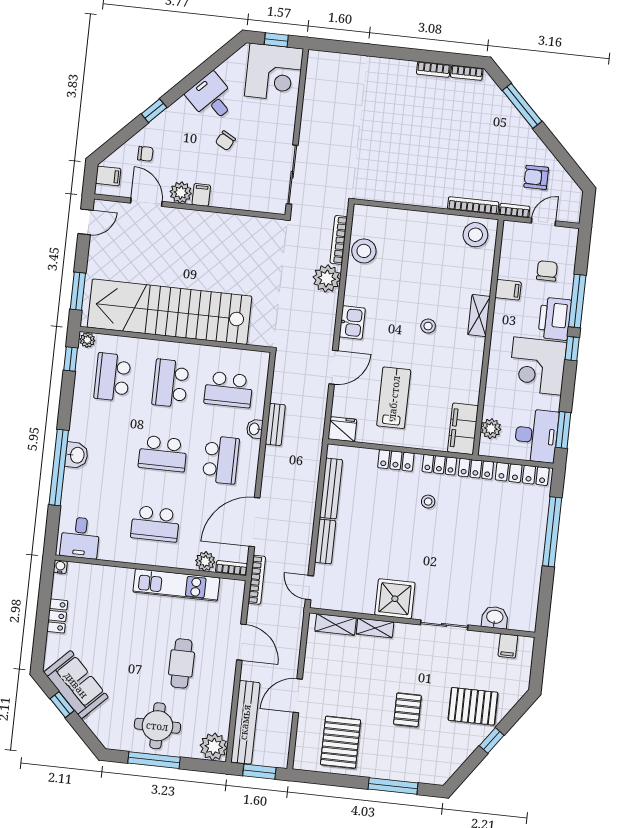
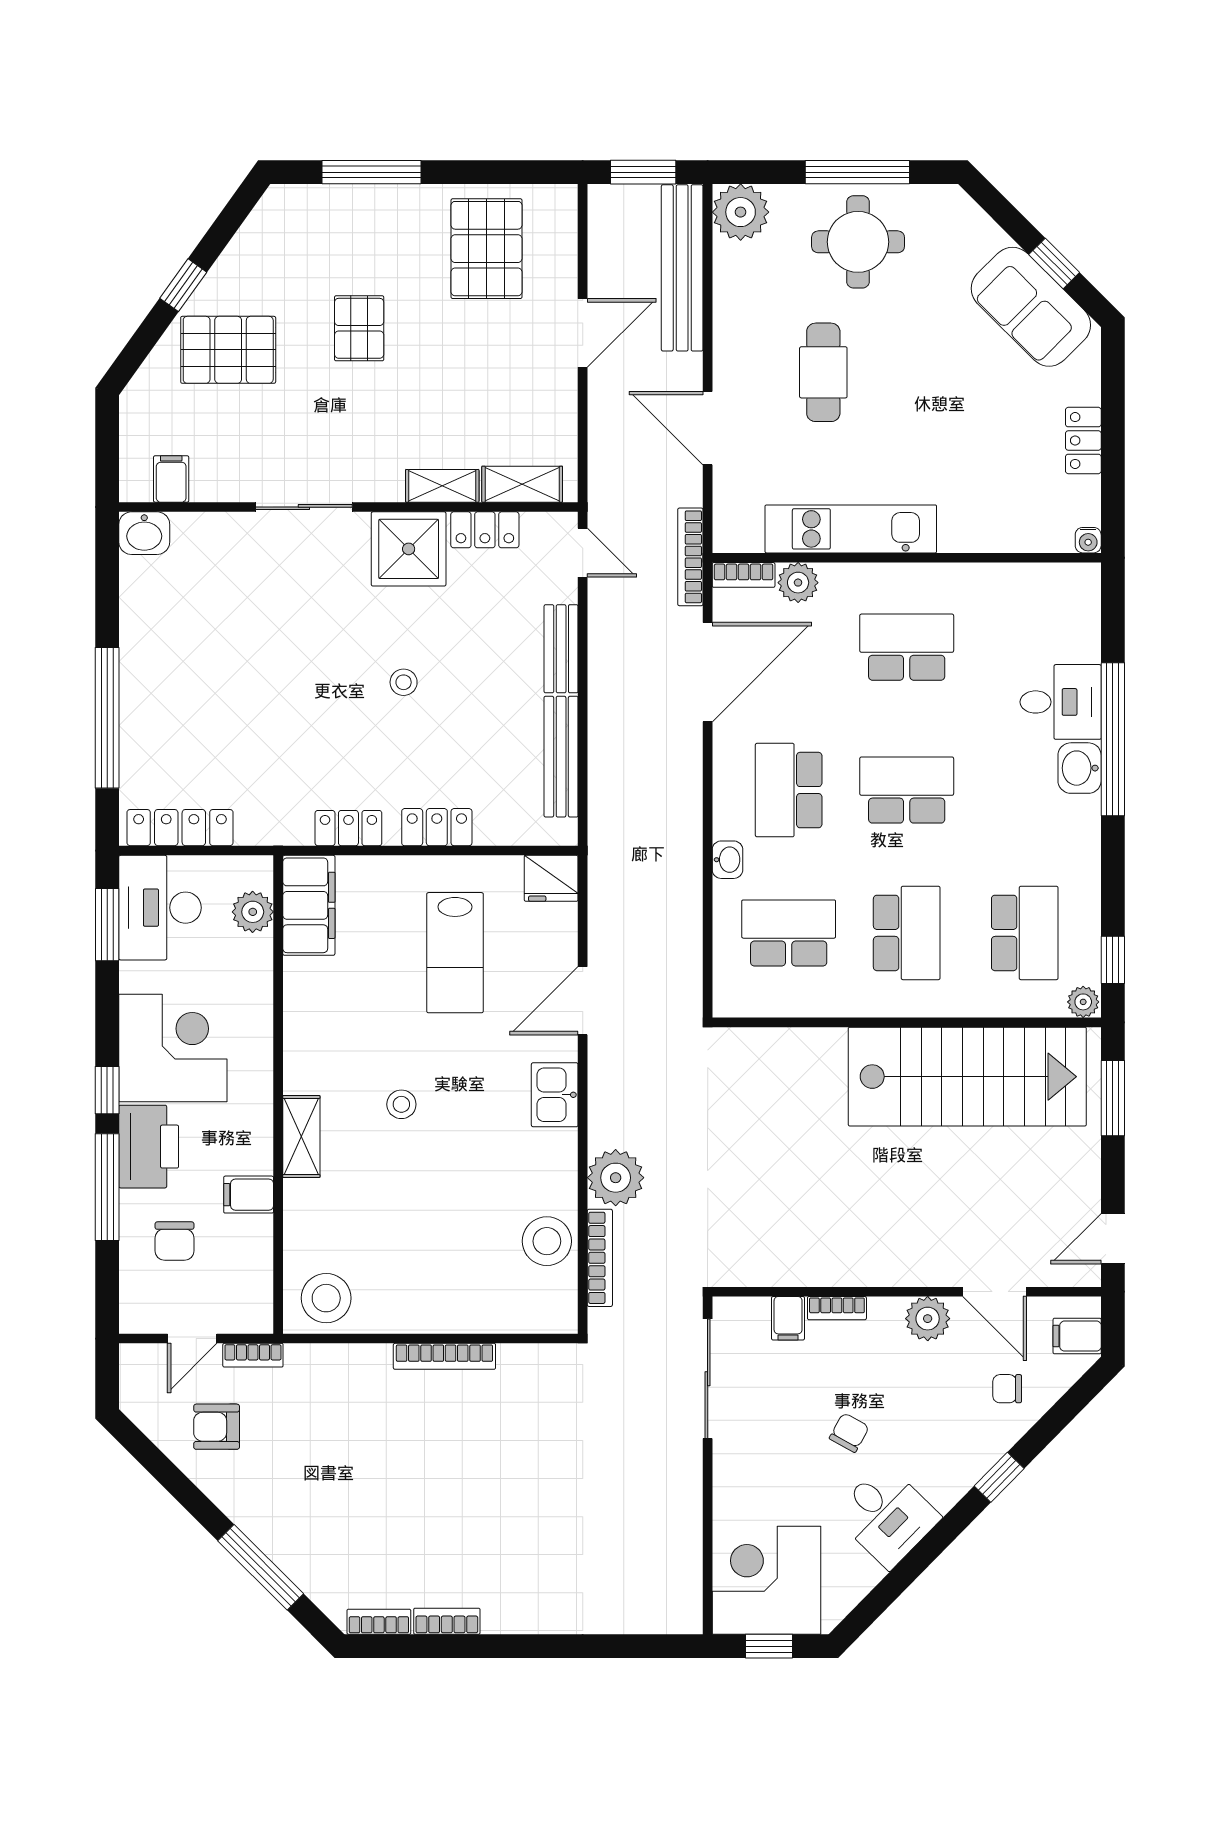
armchair: (536, 177) -> (217, 1427), turned 180
filing cabinet: (201, 195) -> (788, 1318), moved
bookcase: (225, 203) -> (837, 1308), added
bookcase: (473, 206) -> (444, 1356), moved
stairs: (170, 312) -> (967, 1077), width x0.73
bench: (275, 425) -> (687, 873), removed
locker: (476, 469) -> (485, 530), moved, turned 180
stool: (428, 502) -> (404, 682), moved
desk: (80, 538) -> (1061, 702), moved, turned 90
washbasin: (495, 617) -> (144, 533), moved

